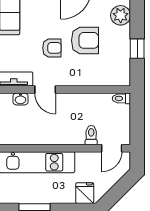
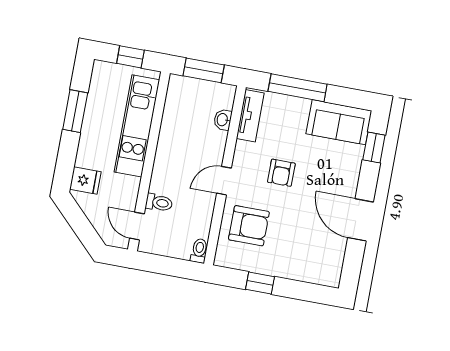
plant: (121, 15) -> (307, 270), removed
armchair: (85, 40) -> (249, 226), moved, turned -90
door: (45, 90) -> (224, 181), moved

